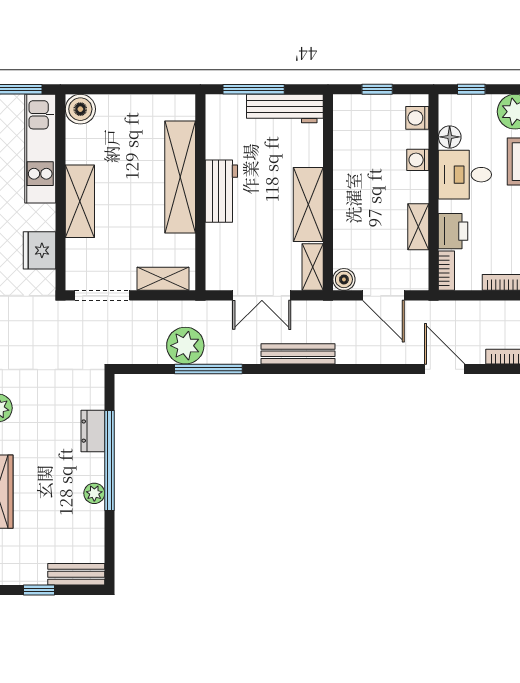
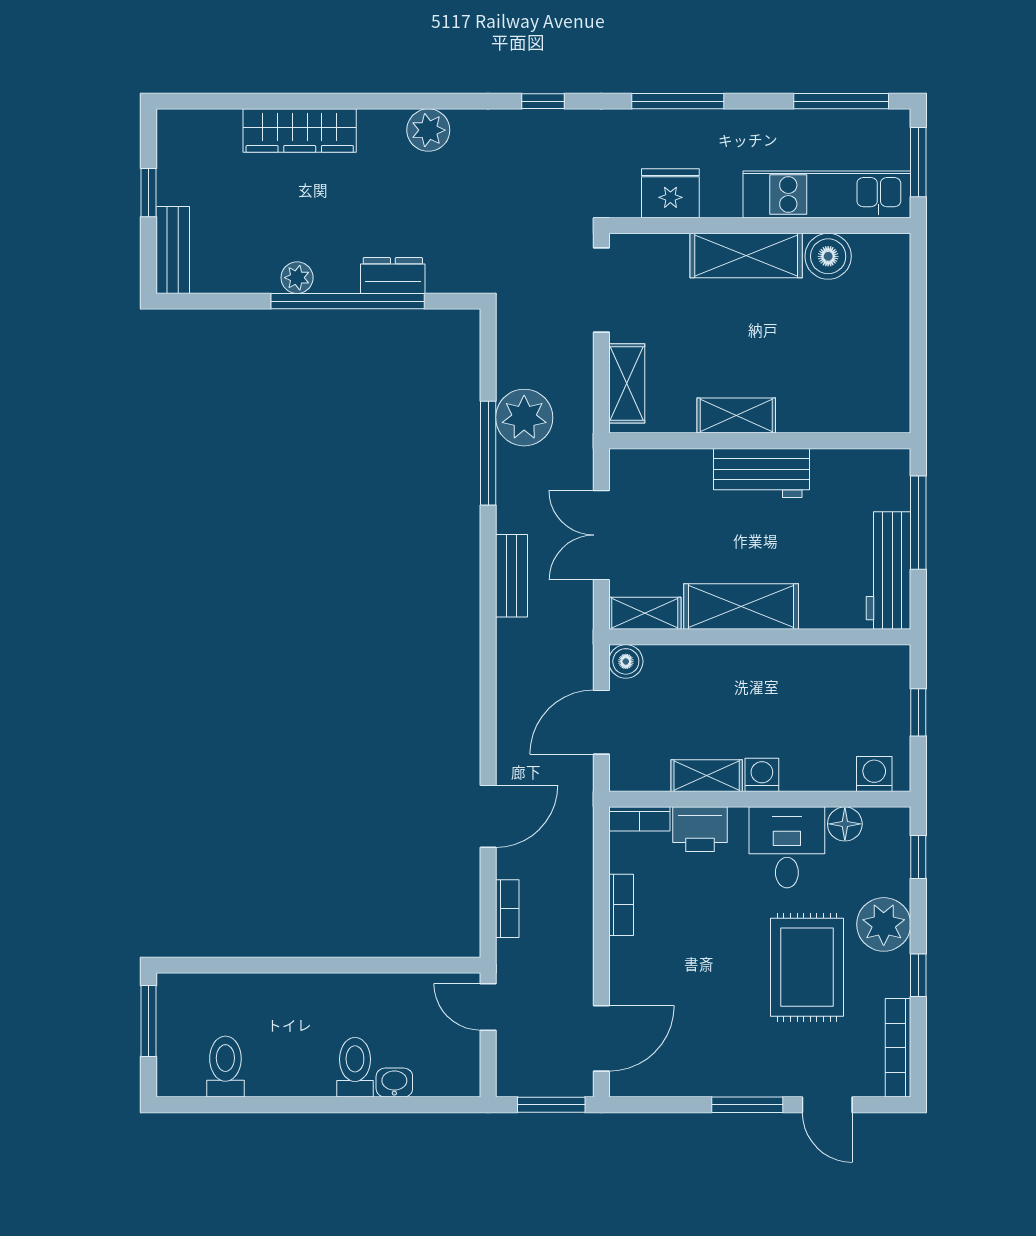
boiler: (80, 109) -> (828, 256), moved
washing machine: (418, 160) -> (762, 775), moved
shelving: (180, 177) -> (736, 416), width x0.45, depth x0.75
bench: (298, 354) -> (511, 576), width x0.73

